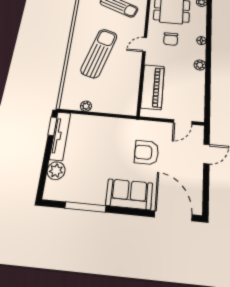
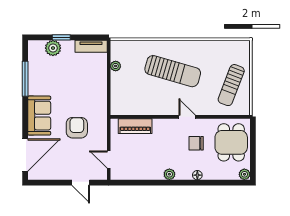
piano: (153, 87) -> (135, 126), width x0.73, depth x0.75
window: (52, 126) -> (61, 37), moved
tv unit: (60, 136) -> (91, 46), width x0.71

